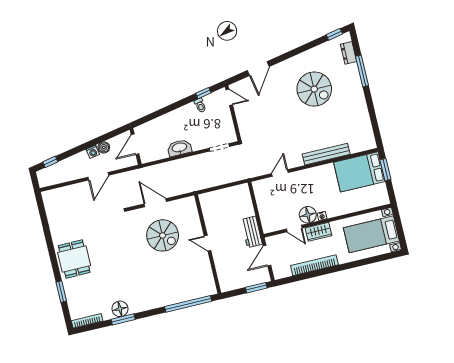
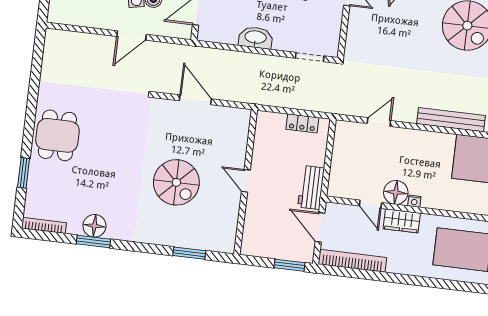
locker: (230, 192) -> (302, 123), added
spiral stairs: (163, 235) -> (176, 182), moved
door: (267, 256) -> (320, 227), hinge flipped
bookcase: (314, 265) -> (352, 261), moved
window: (188, 304) -> (189, 253), width x0.47

